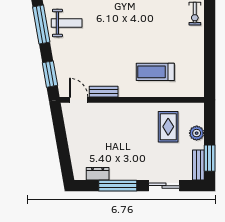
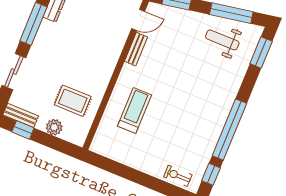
weight bench: (67, 23) -> (222, 40), turned 90
window: (210, 158) -> (23, 130), width x0.67

